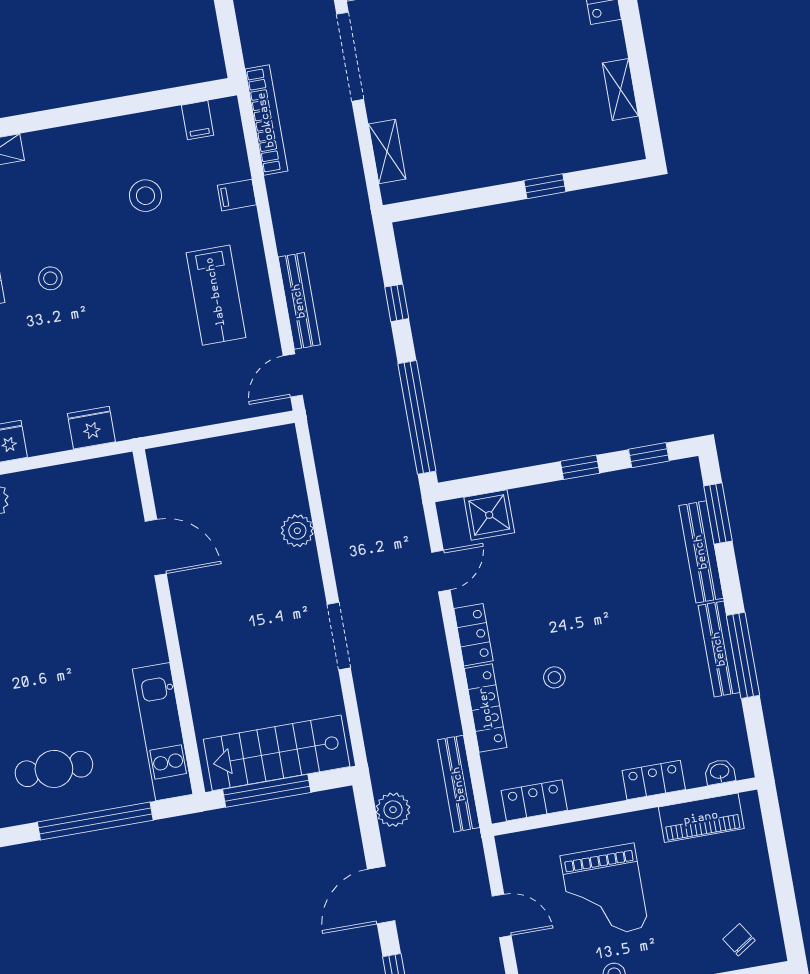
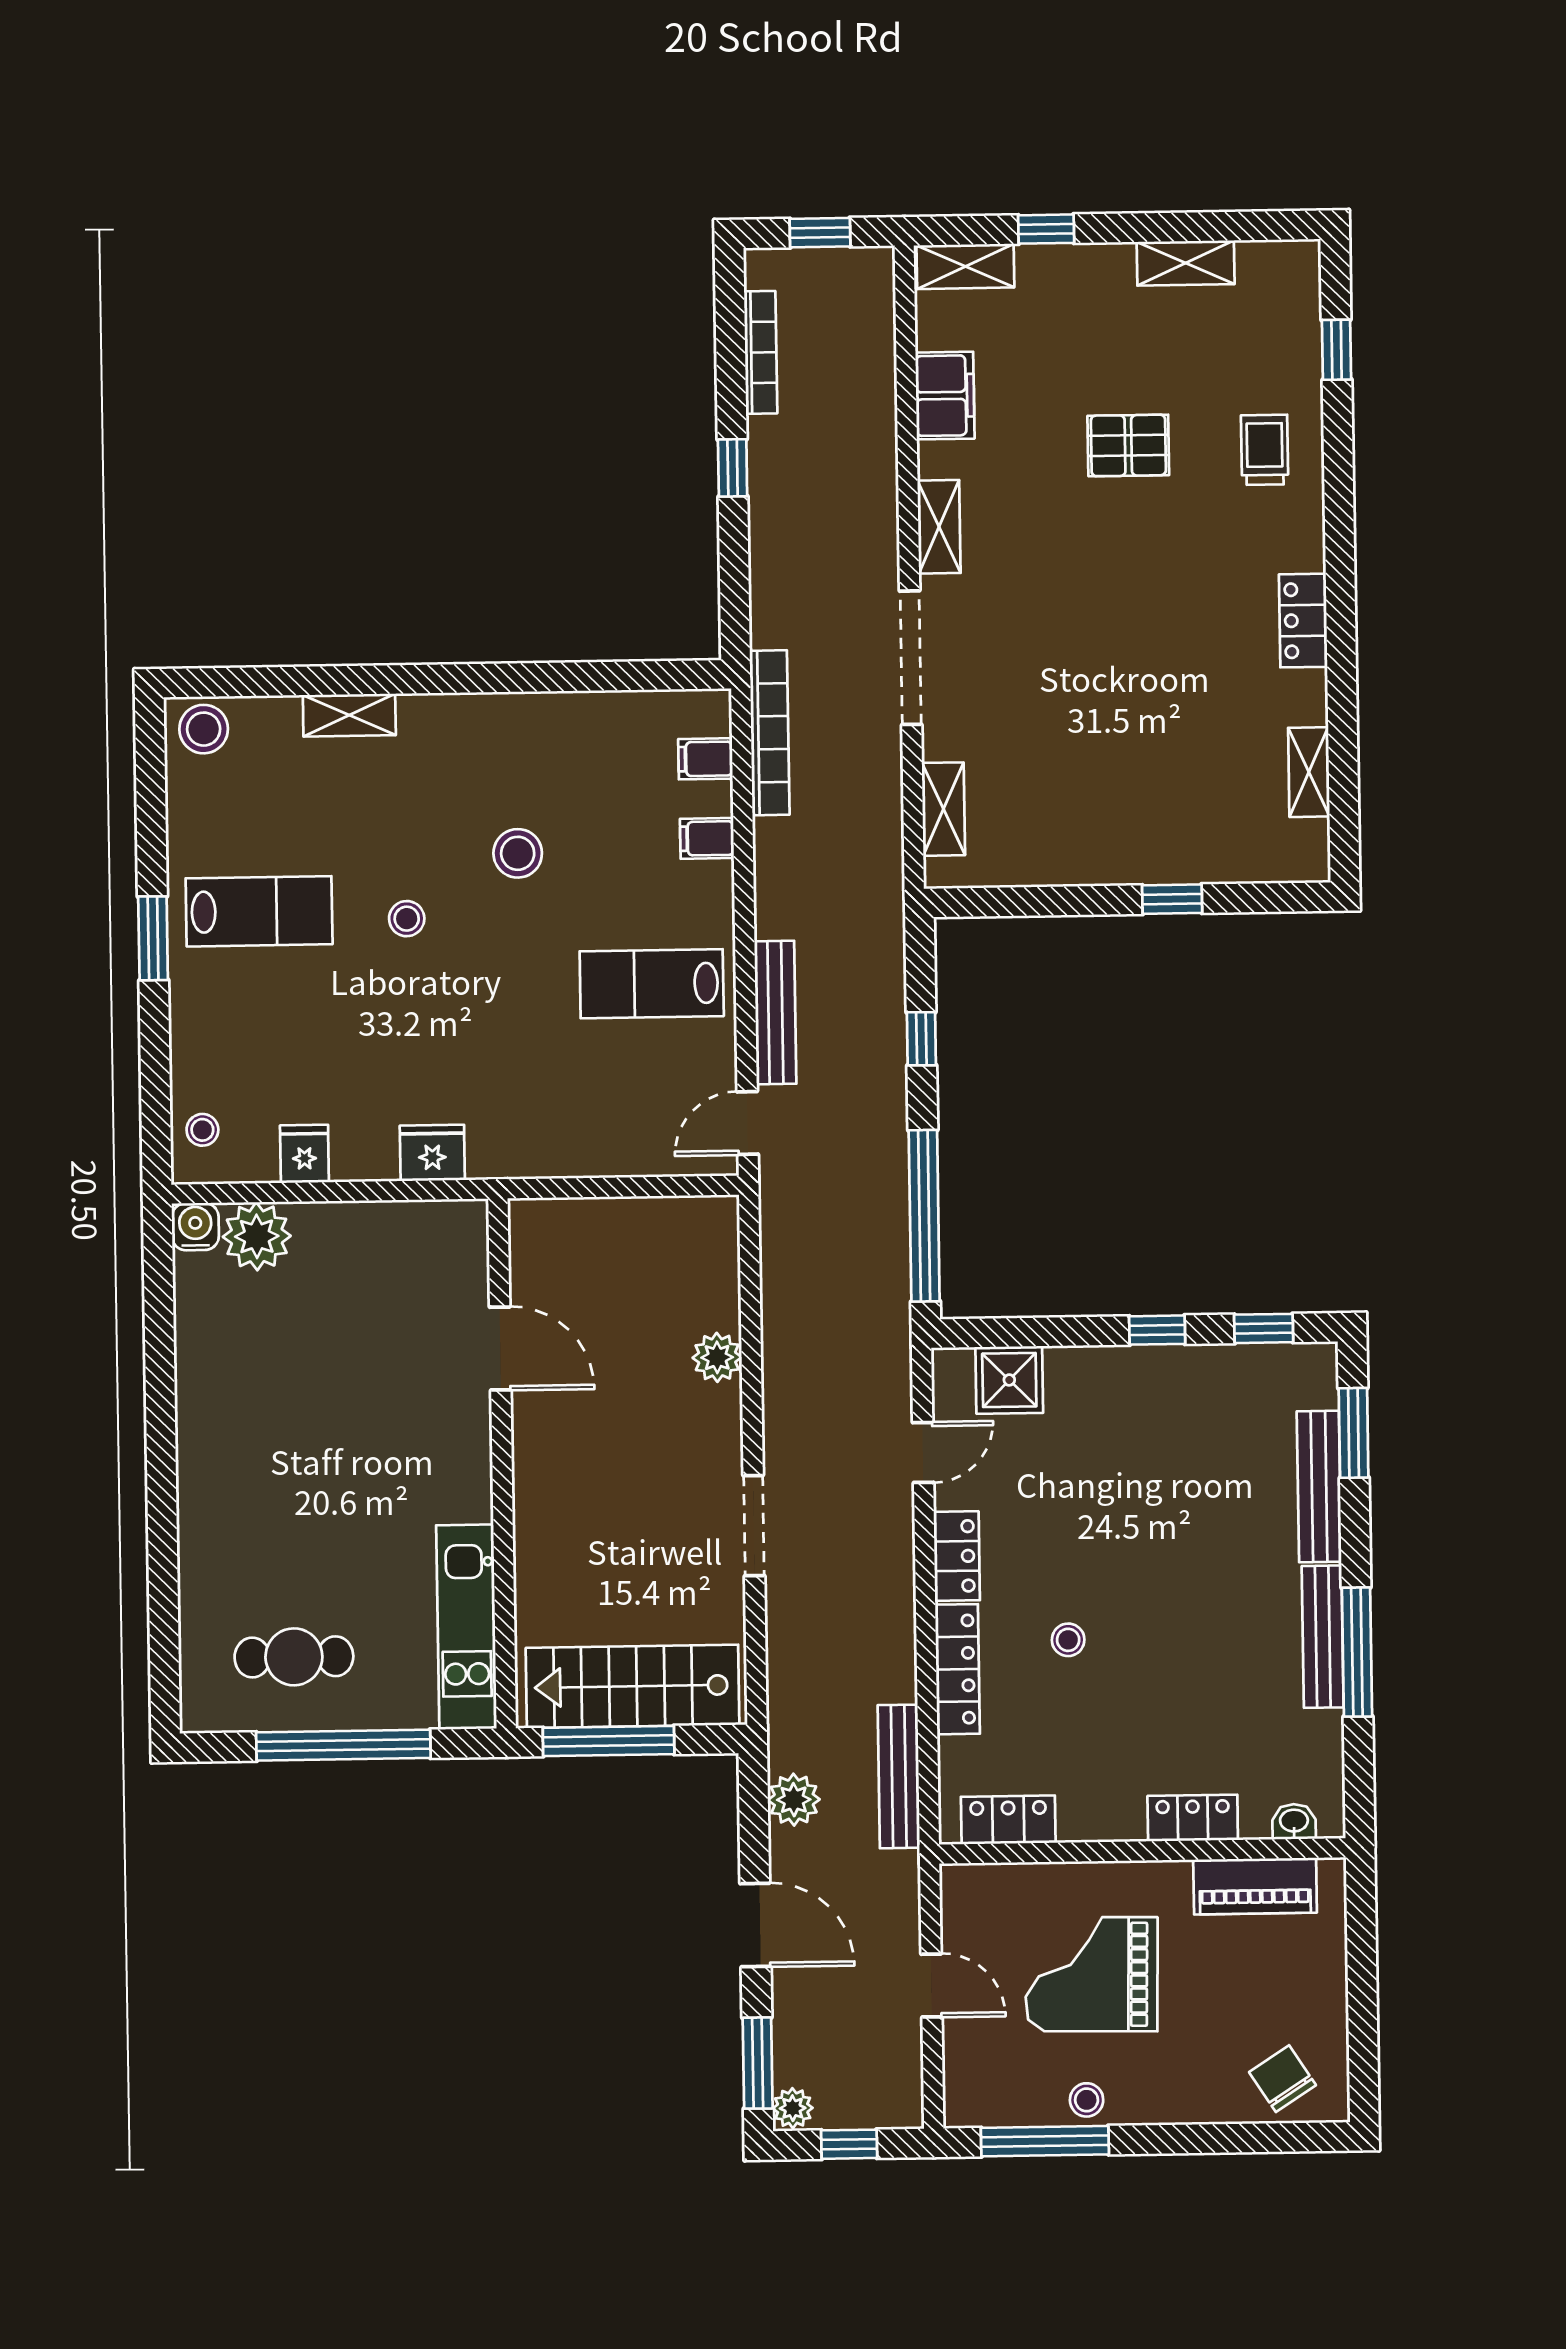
filing cabinet: (198, 120) -> (705, 759), moved, turned 90
stool: (145, 196) -> (518, 853), moved
lab bench: (216, 295) -> (652, 984), turned 90
grand piano: (604, 892) -> (1092, 1974), turned 91
door: (381, 895) -> (755, 1925), swing flipped
chair: (739, 940) -> (1283, 2079), width x1.37, depth x1.37

